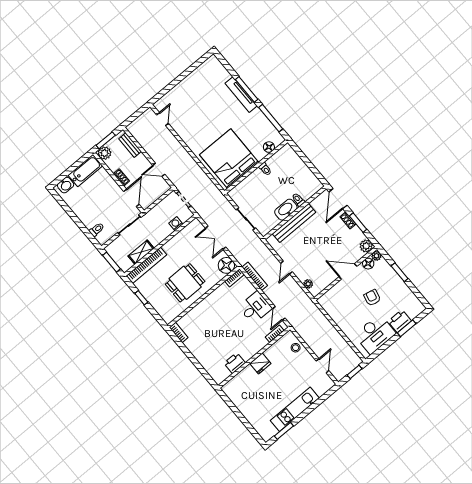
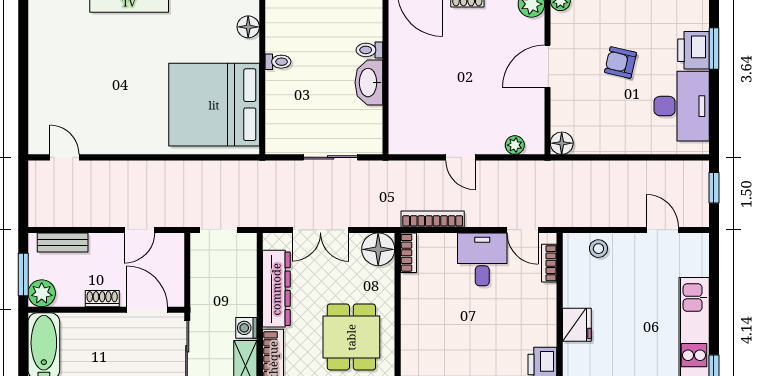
bench: (294, 223) -> (400, 87), removed
washing machine: (176, 224) -> (246, 328), moved
dresser: (180, 240) -> (276, 289), added
floor lamp: (368, 264) -> (562, 143), moved

